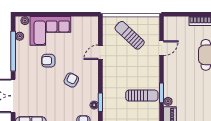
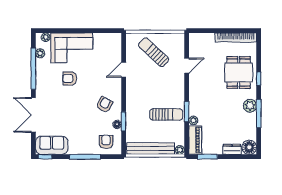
armchair: (71, 80) -> (104, 105), moved

